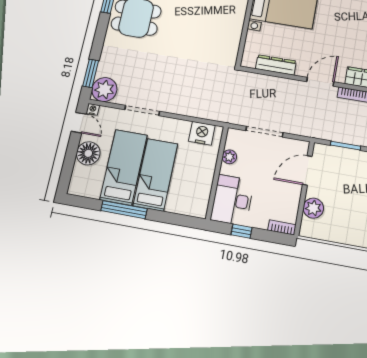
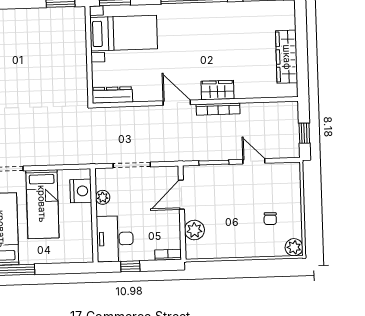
dresser: (276, 65) -> (112, 95), moved
door: (320, 82) -> (177, 103), hinge flipped
nightstand: (202, 133) -> (81, 191), moved, turned 90
bed: (155, 175) -> (42, 204), moved, turned 180

